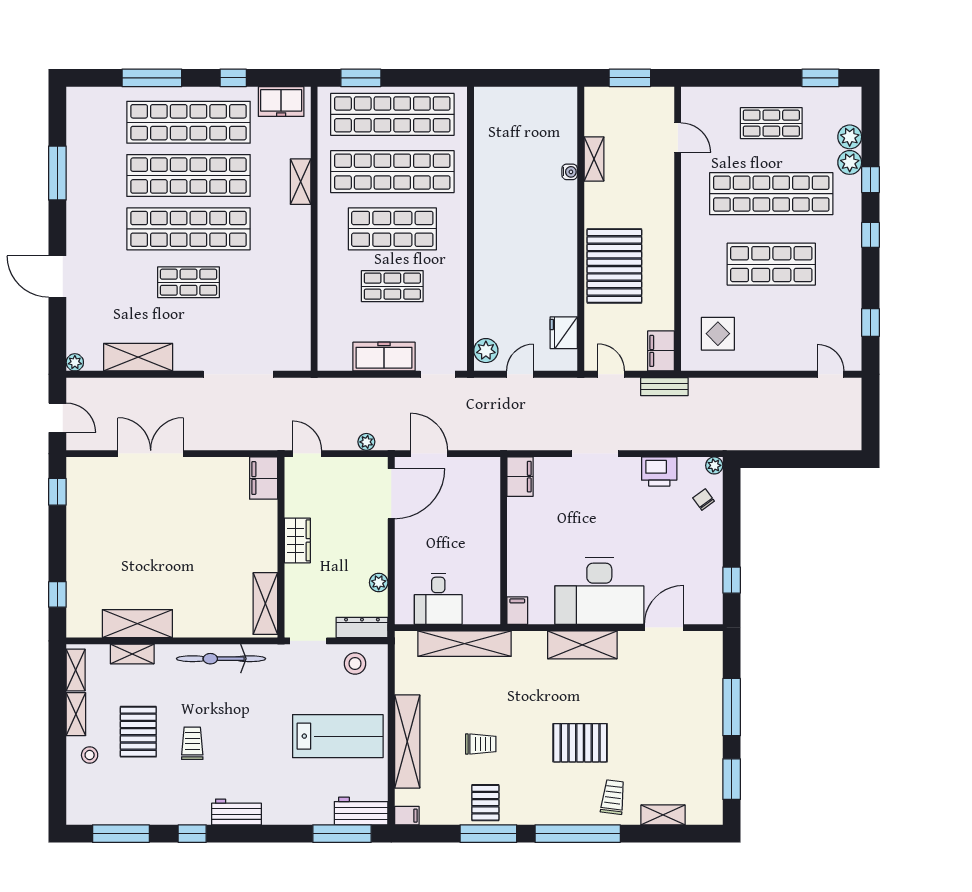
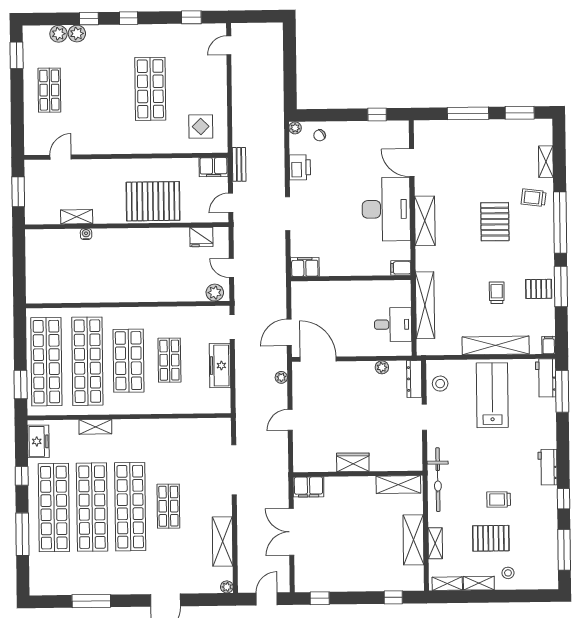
shop shelf: (771, 194) -> (100, 89), removed
filing cabinet: (264, 478) -> (308, 487), moved
wardrobe: (297, 540) -> (353, 462), moved
wall: (281, 547) -> (358, 474), moved
shelving: (265, 604) -> (398, 485), moved

